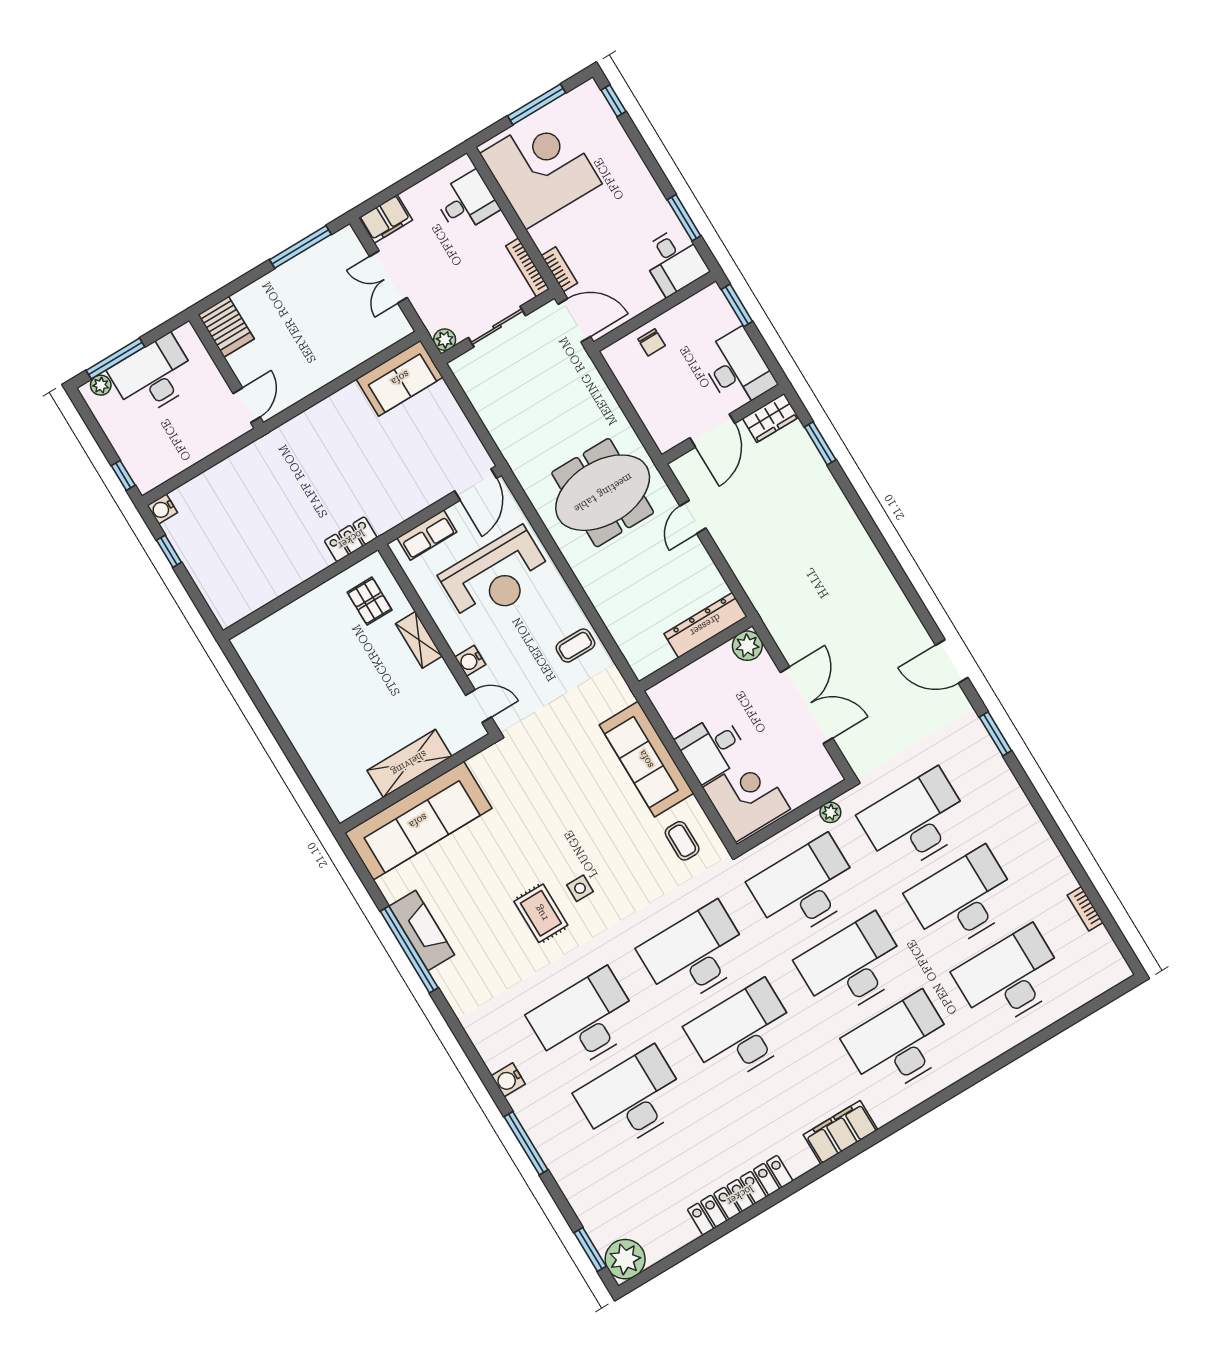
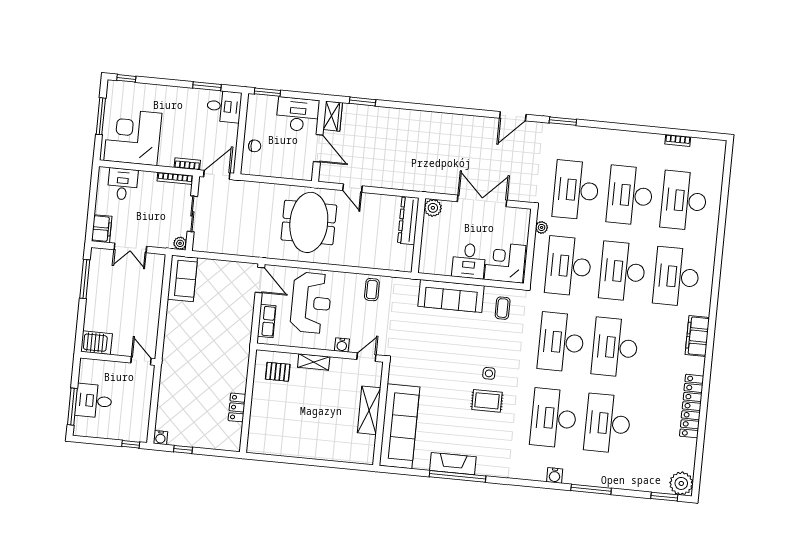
desk: (153, 376) -> (94, 401), width x0.73
plant: (101, 385) -> (80, 423), removed
locker: (351, 539) -> (237, 407), moved
coffee table: (682, 841) -> (503, 308), turned 90

